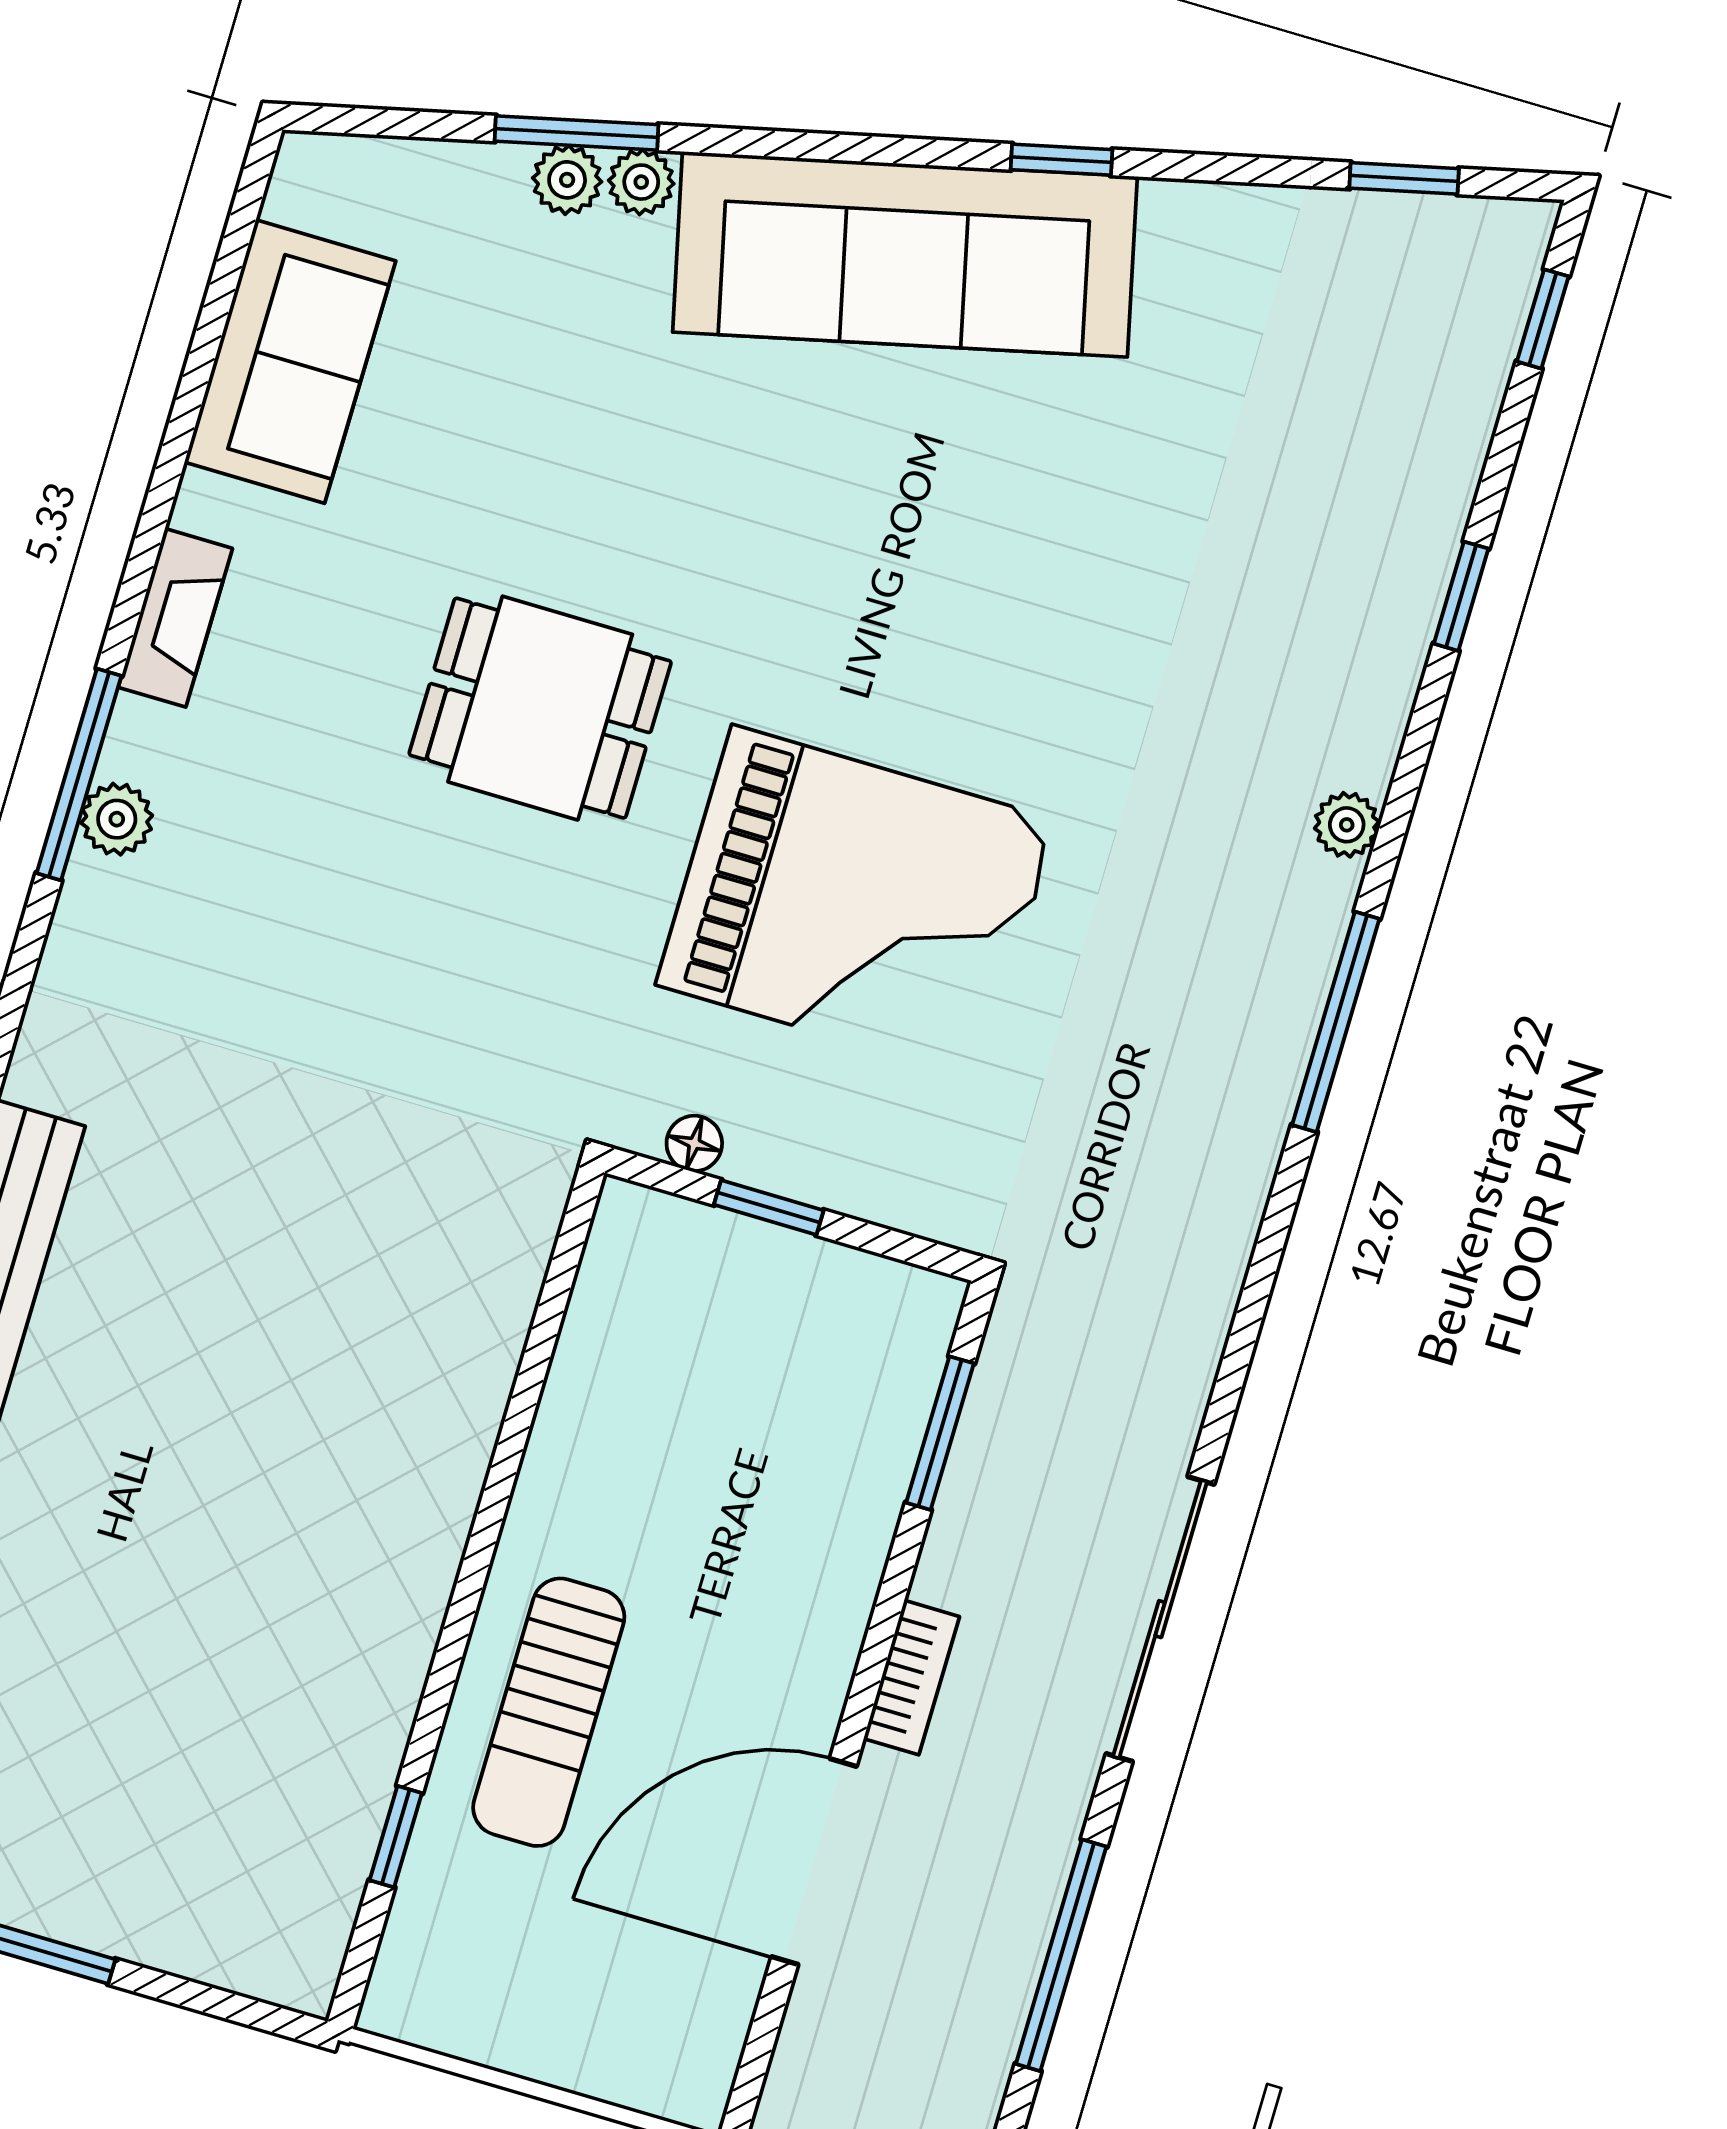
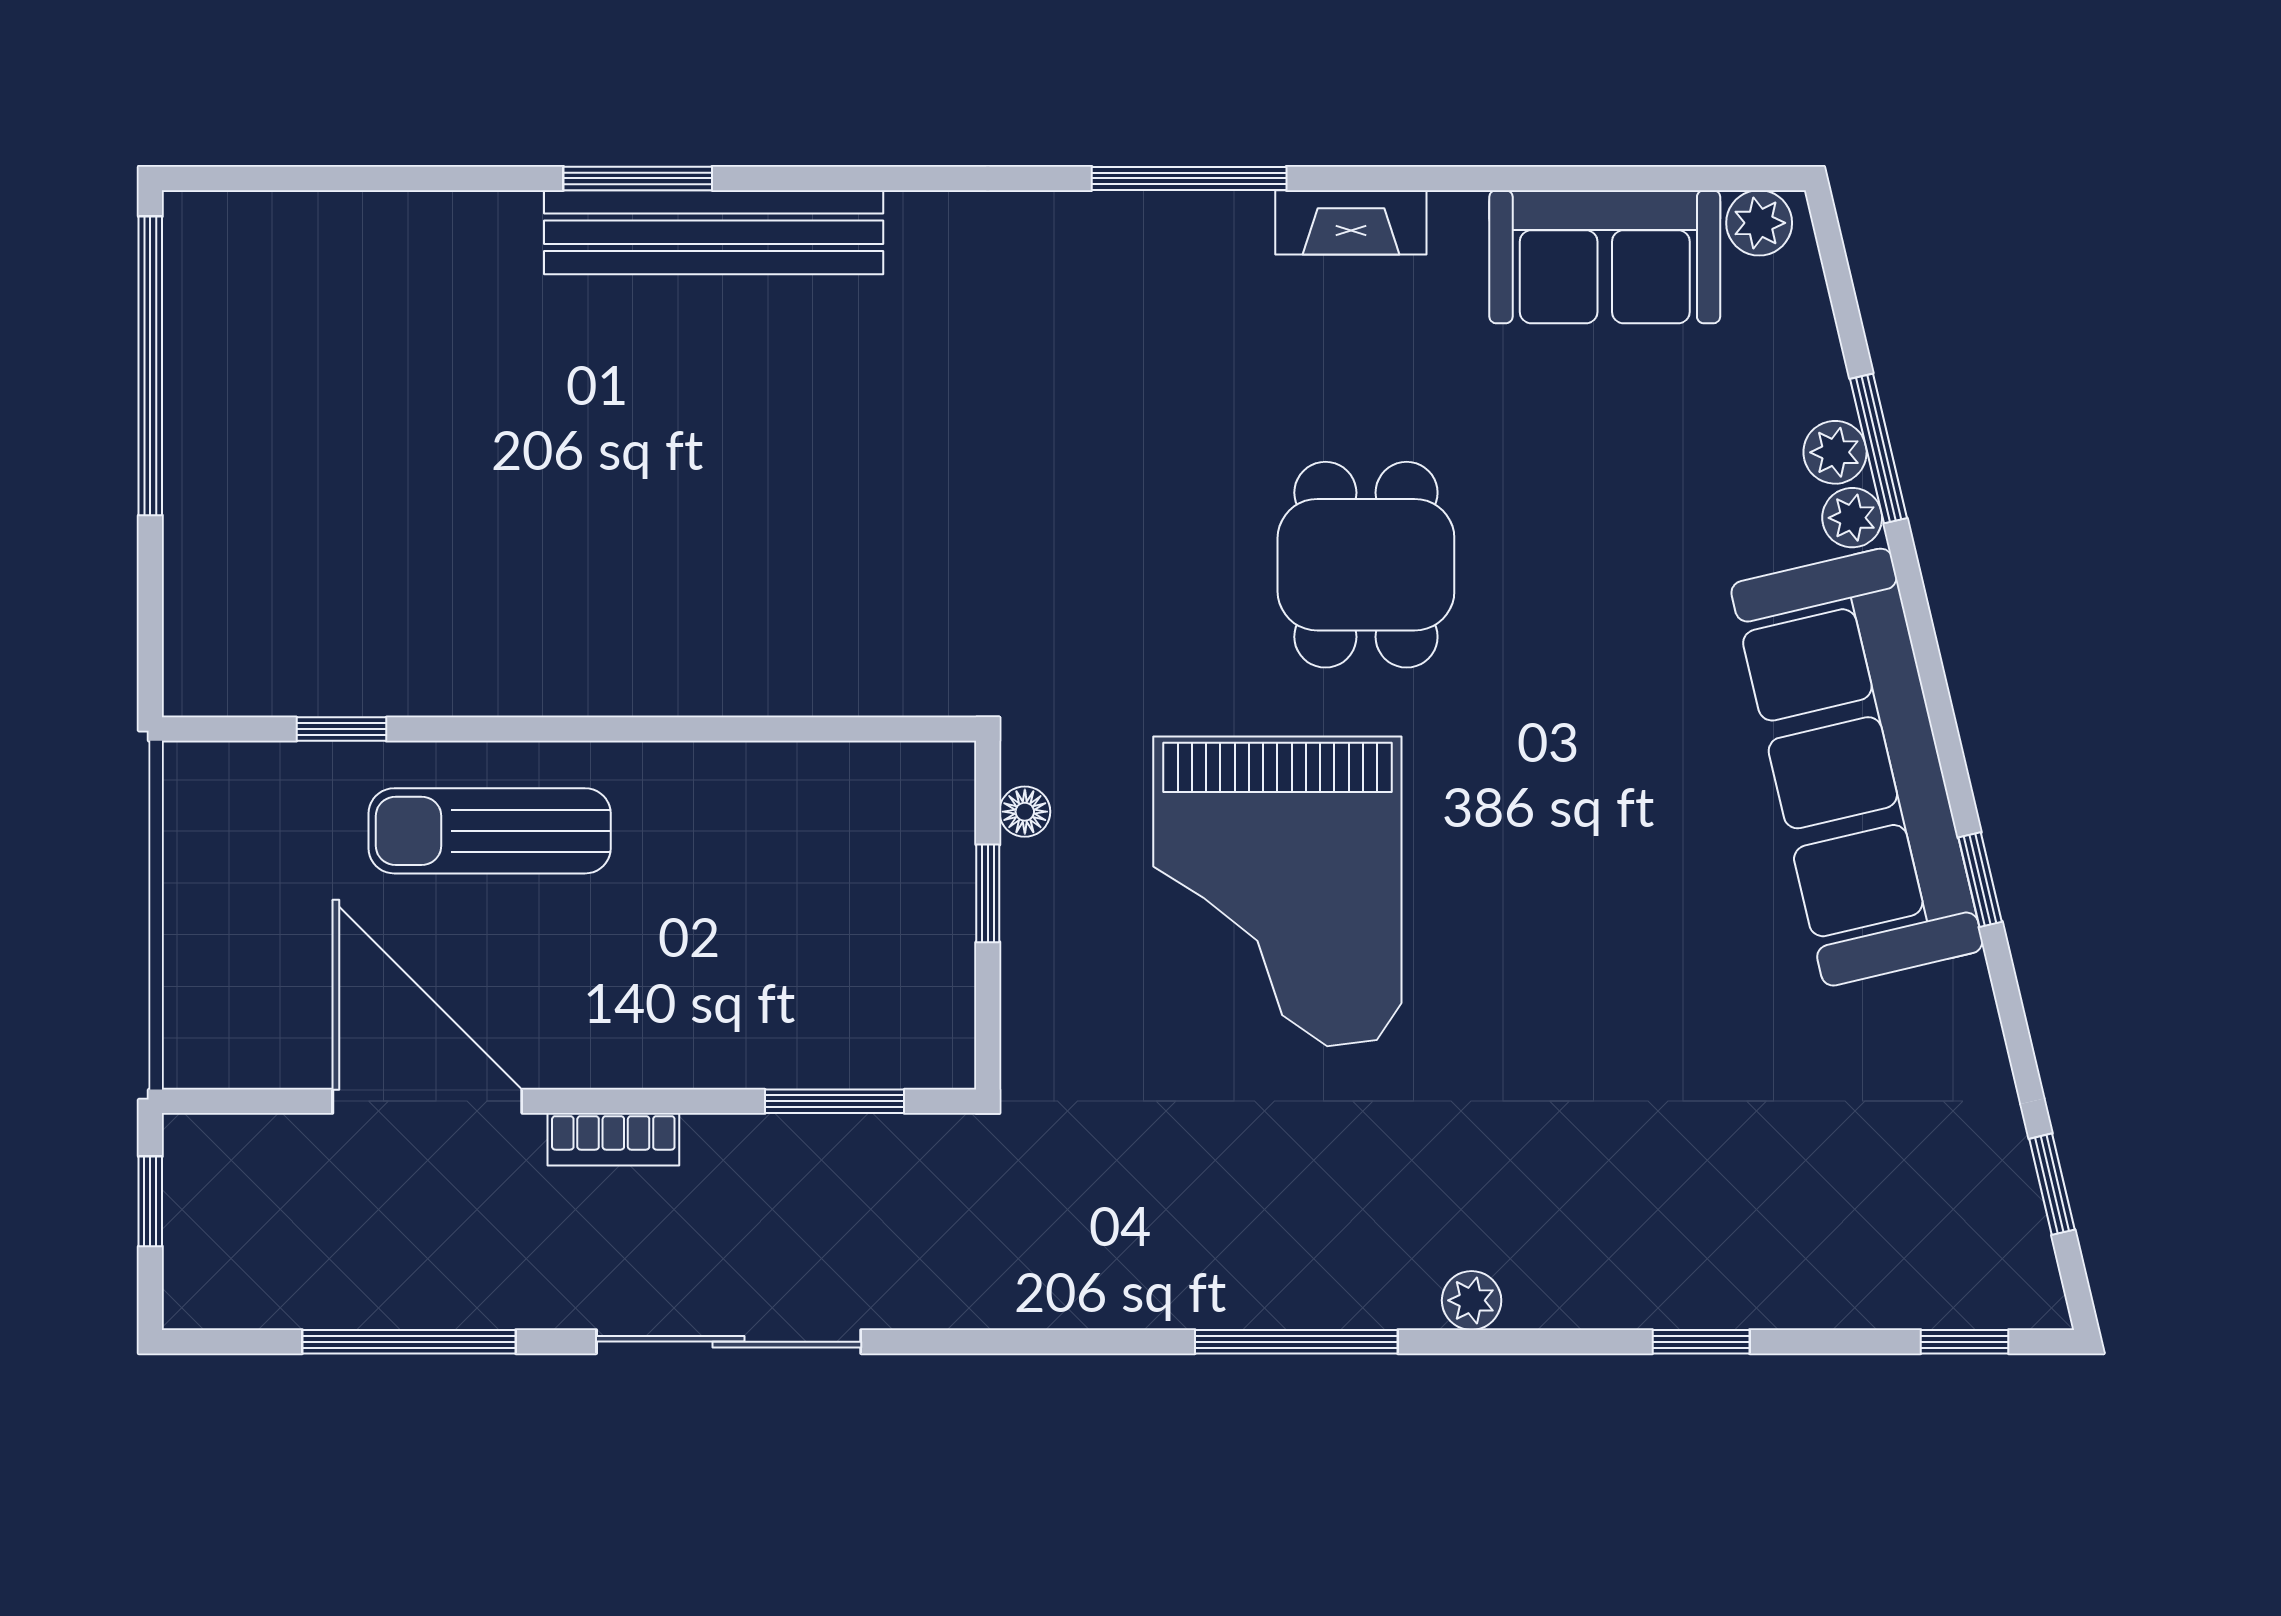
plant: (117, 819) -> (1759, 223), moved

